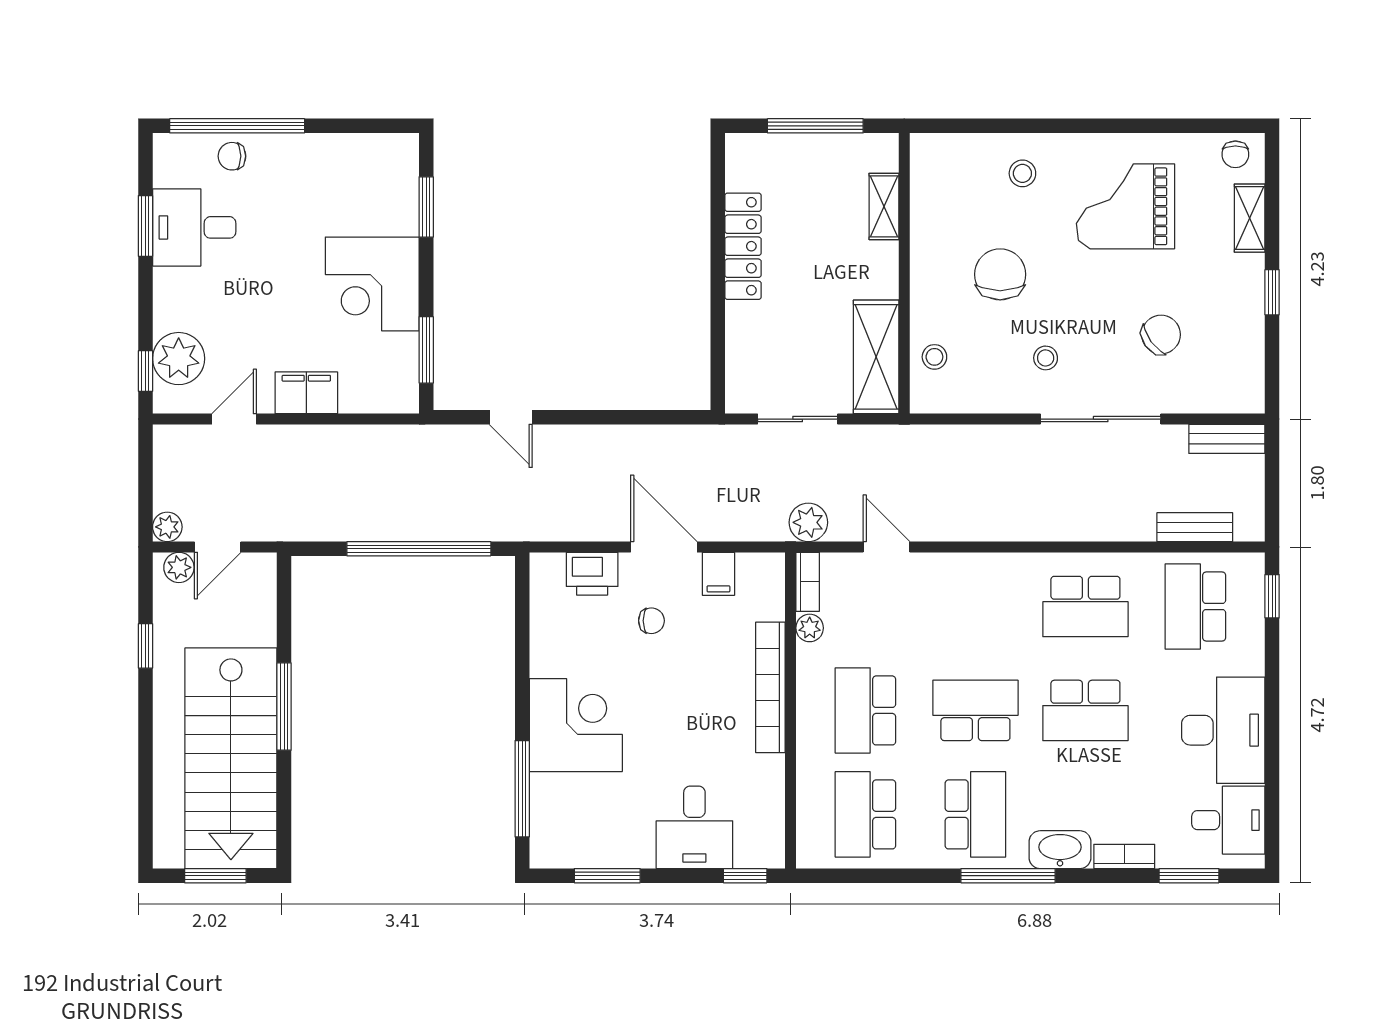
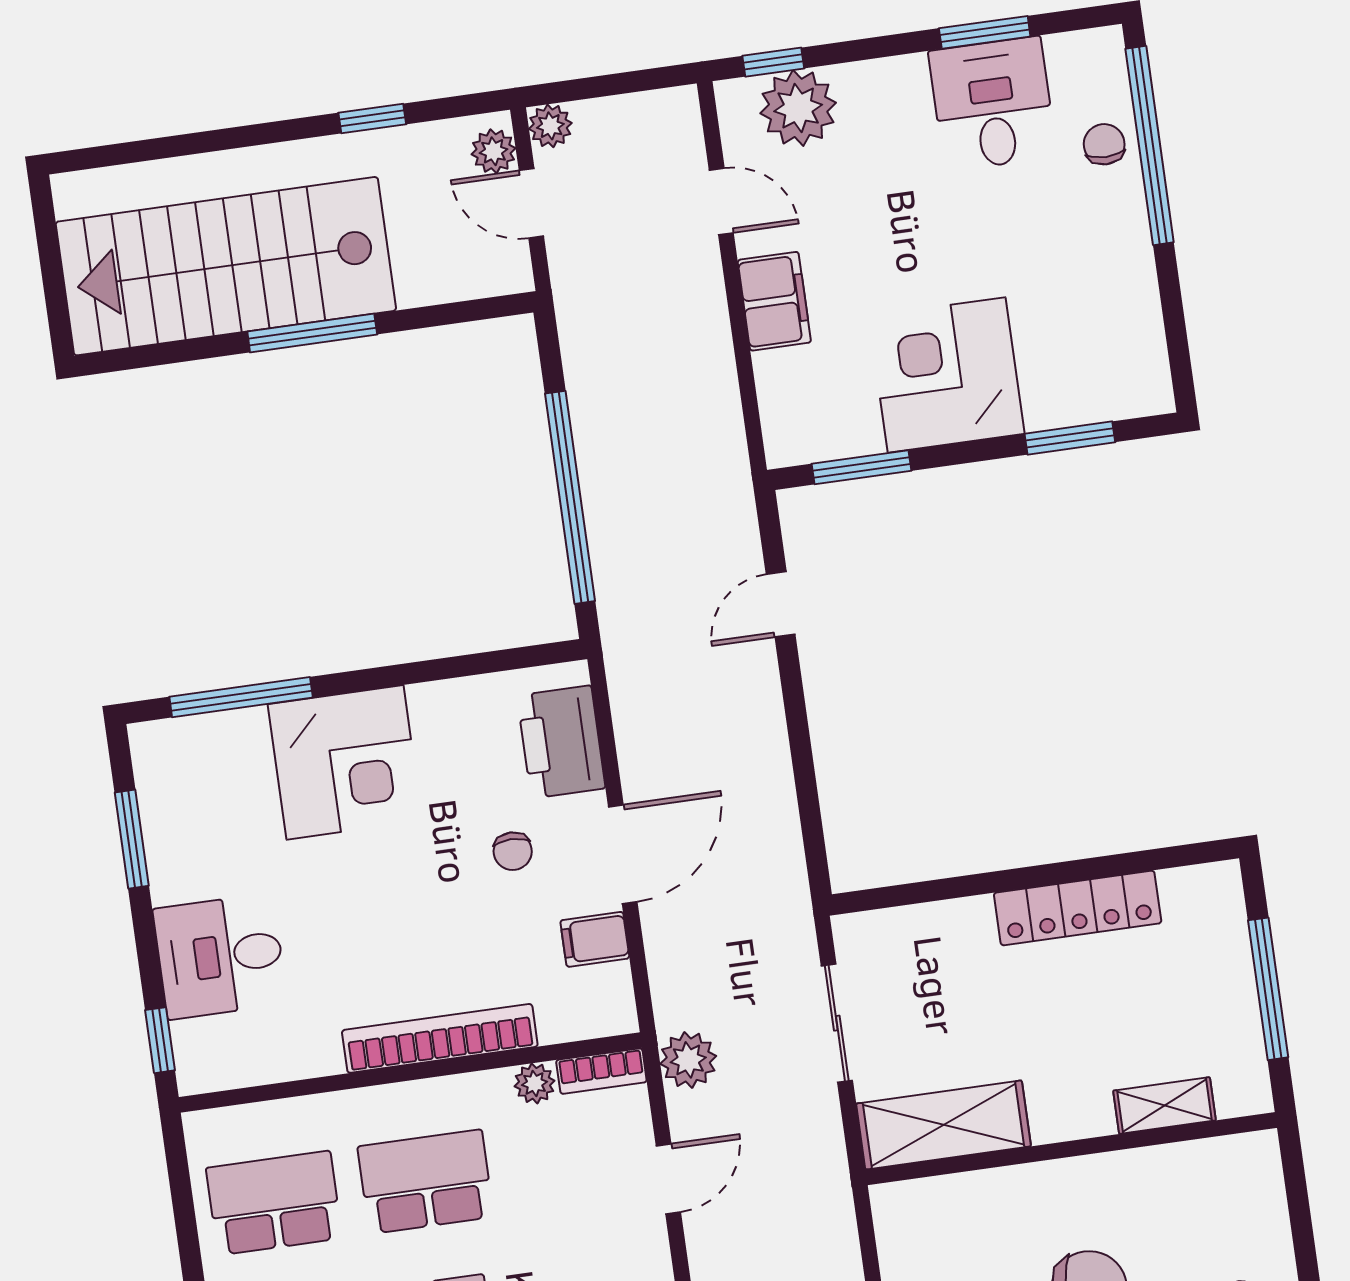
stool: (934, 357) -> (955, 1210), removed
printer: (592, 574) -> (561, 742), width x1.37, depth x1.19
window: (215, 876) -> (51, 268), removed

